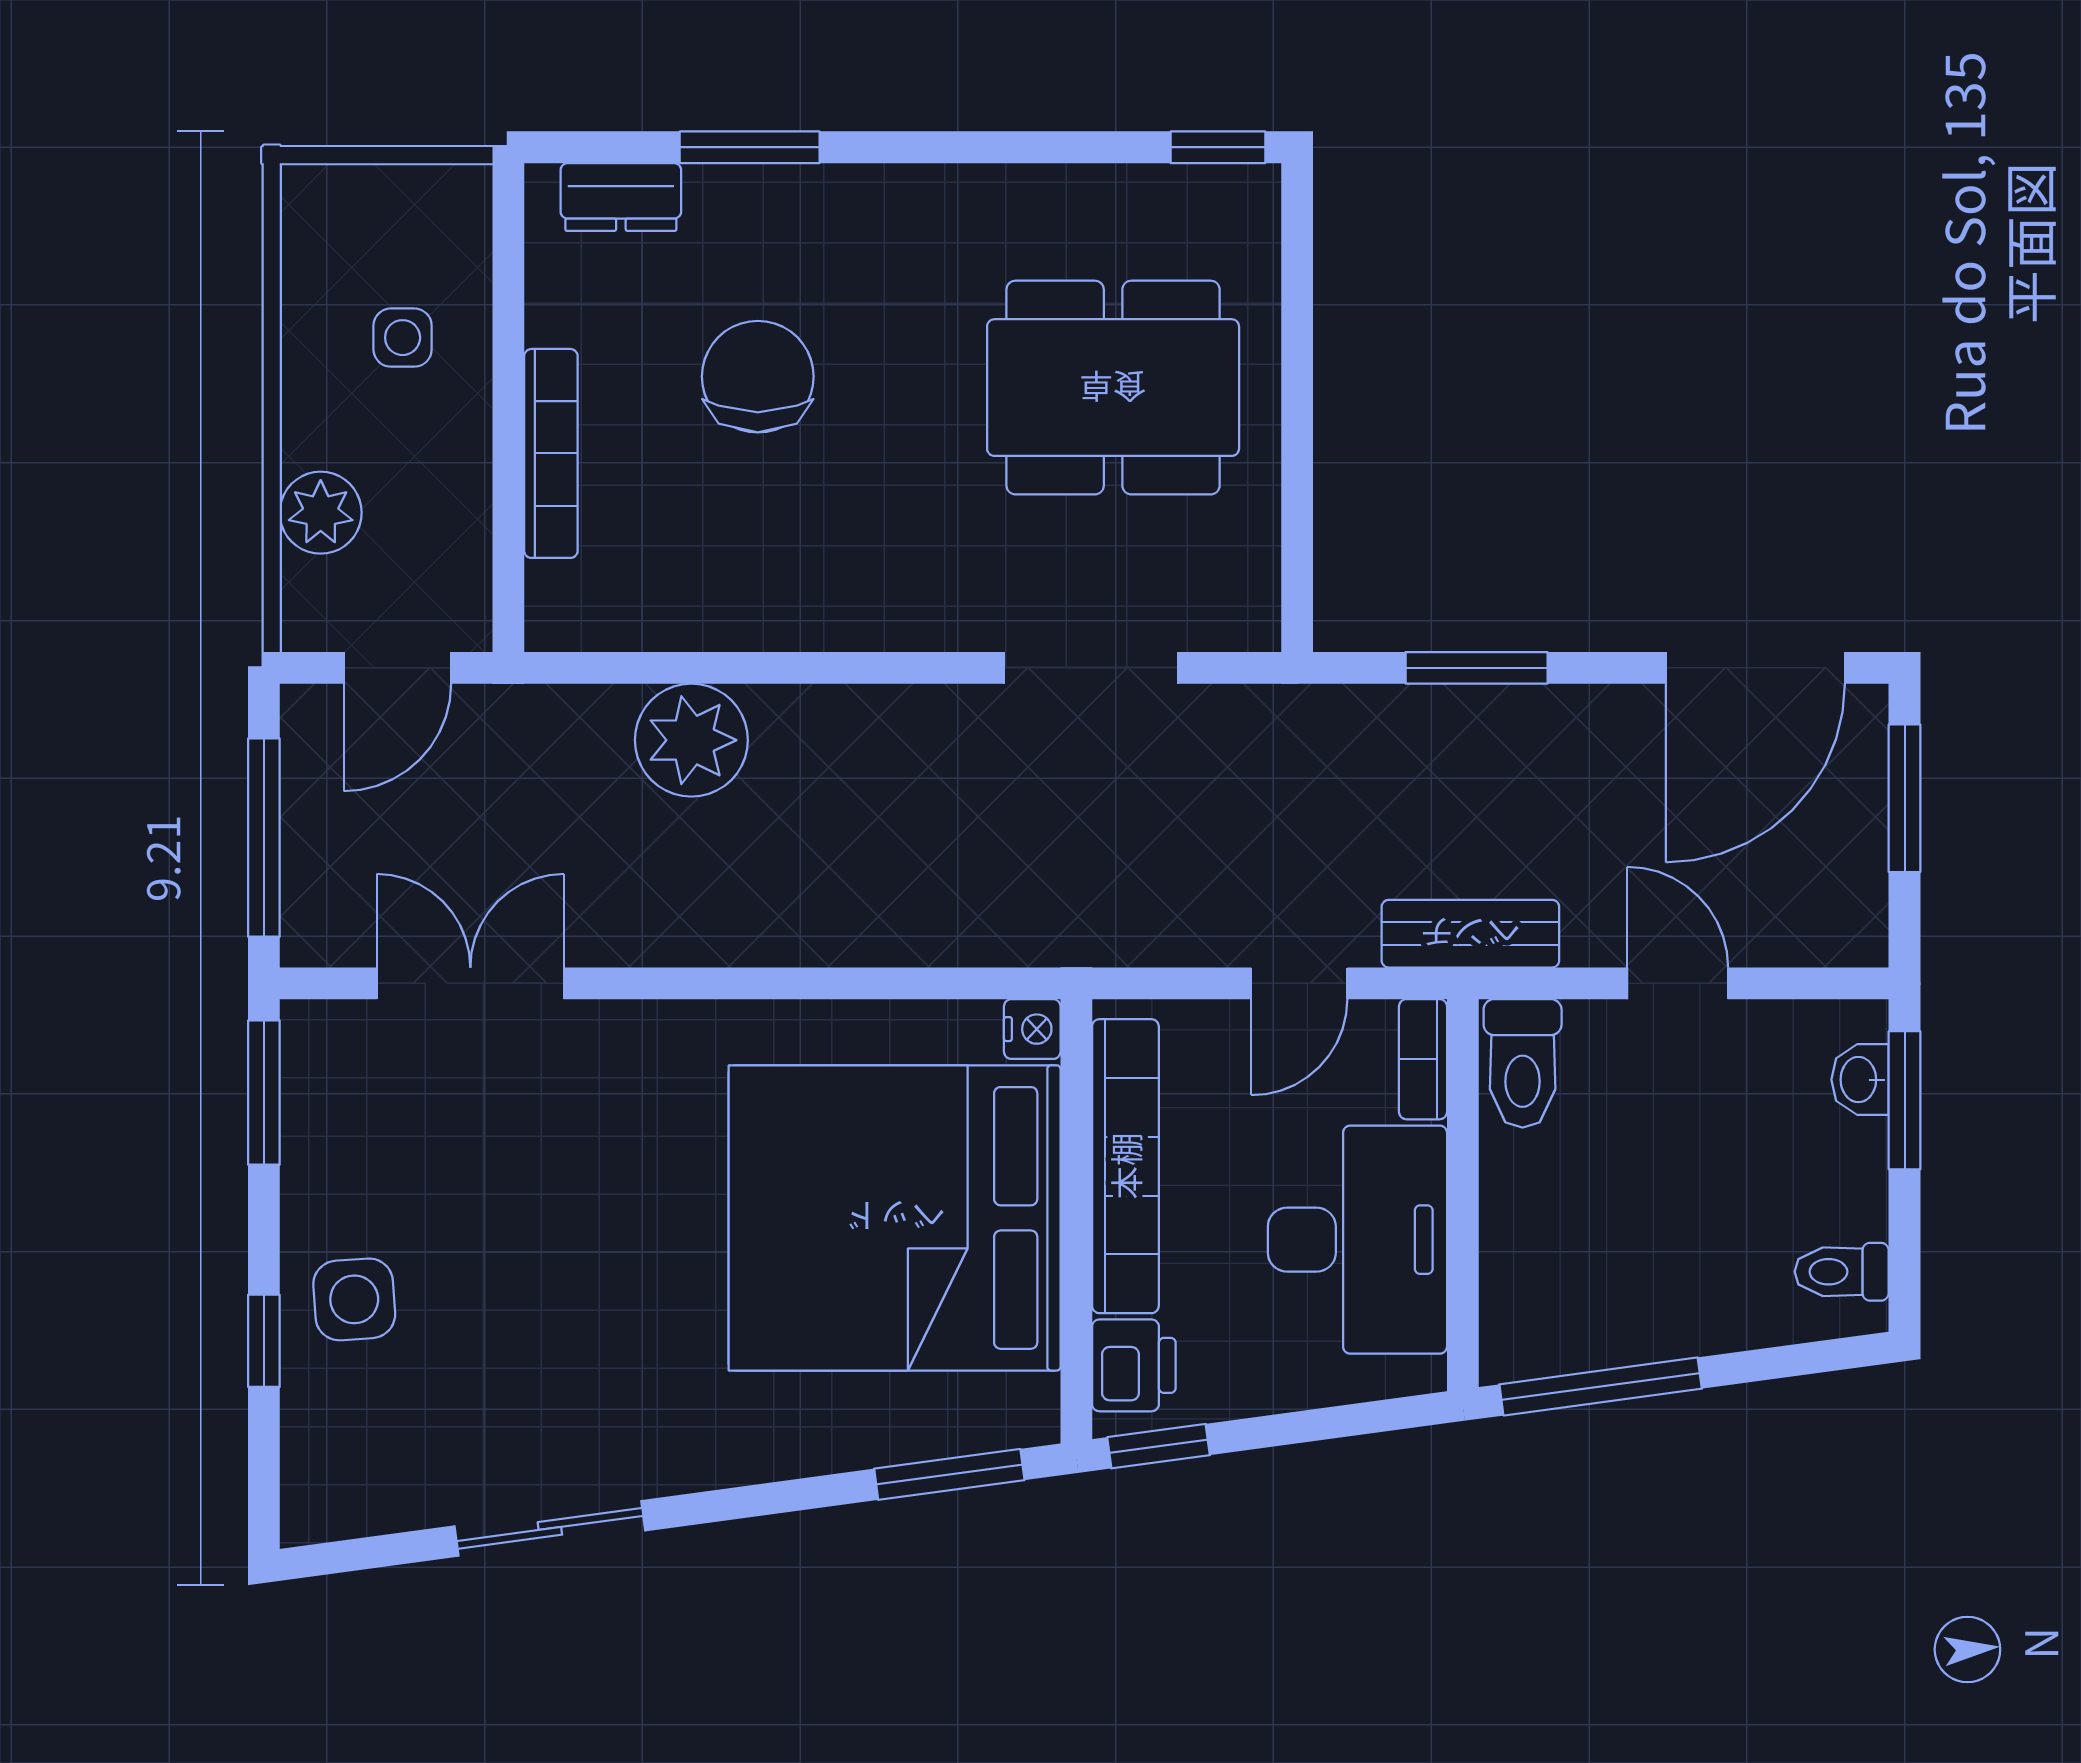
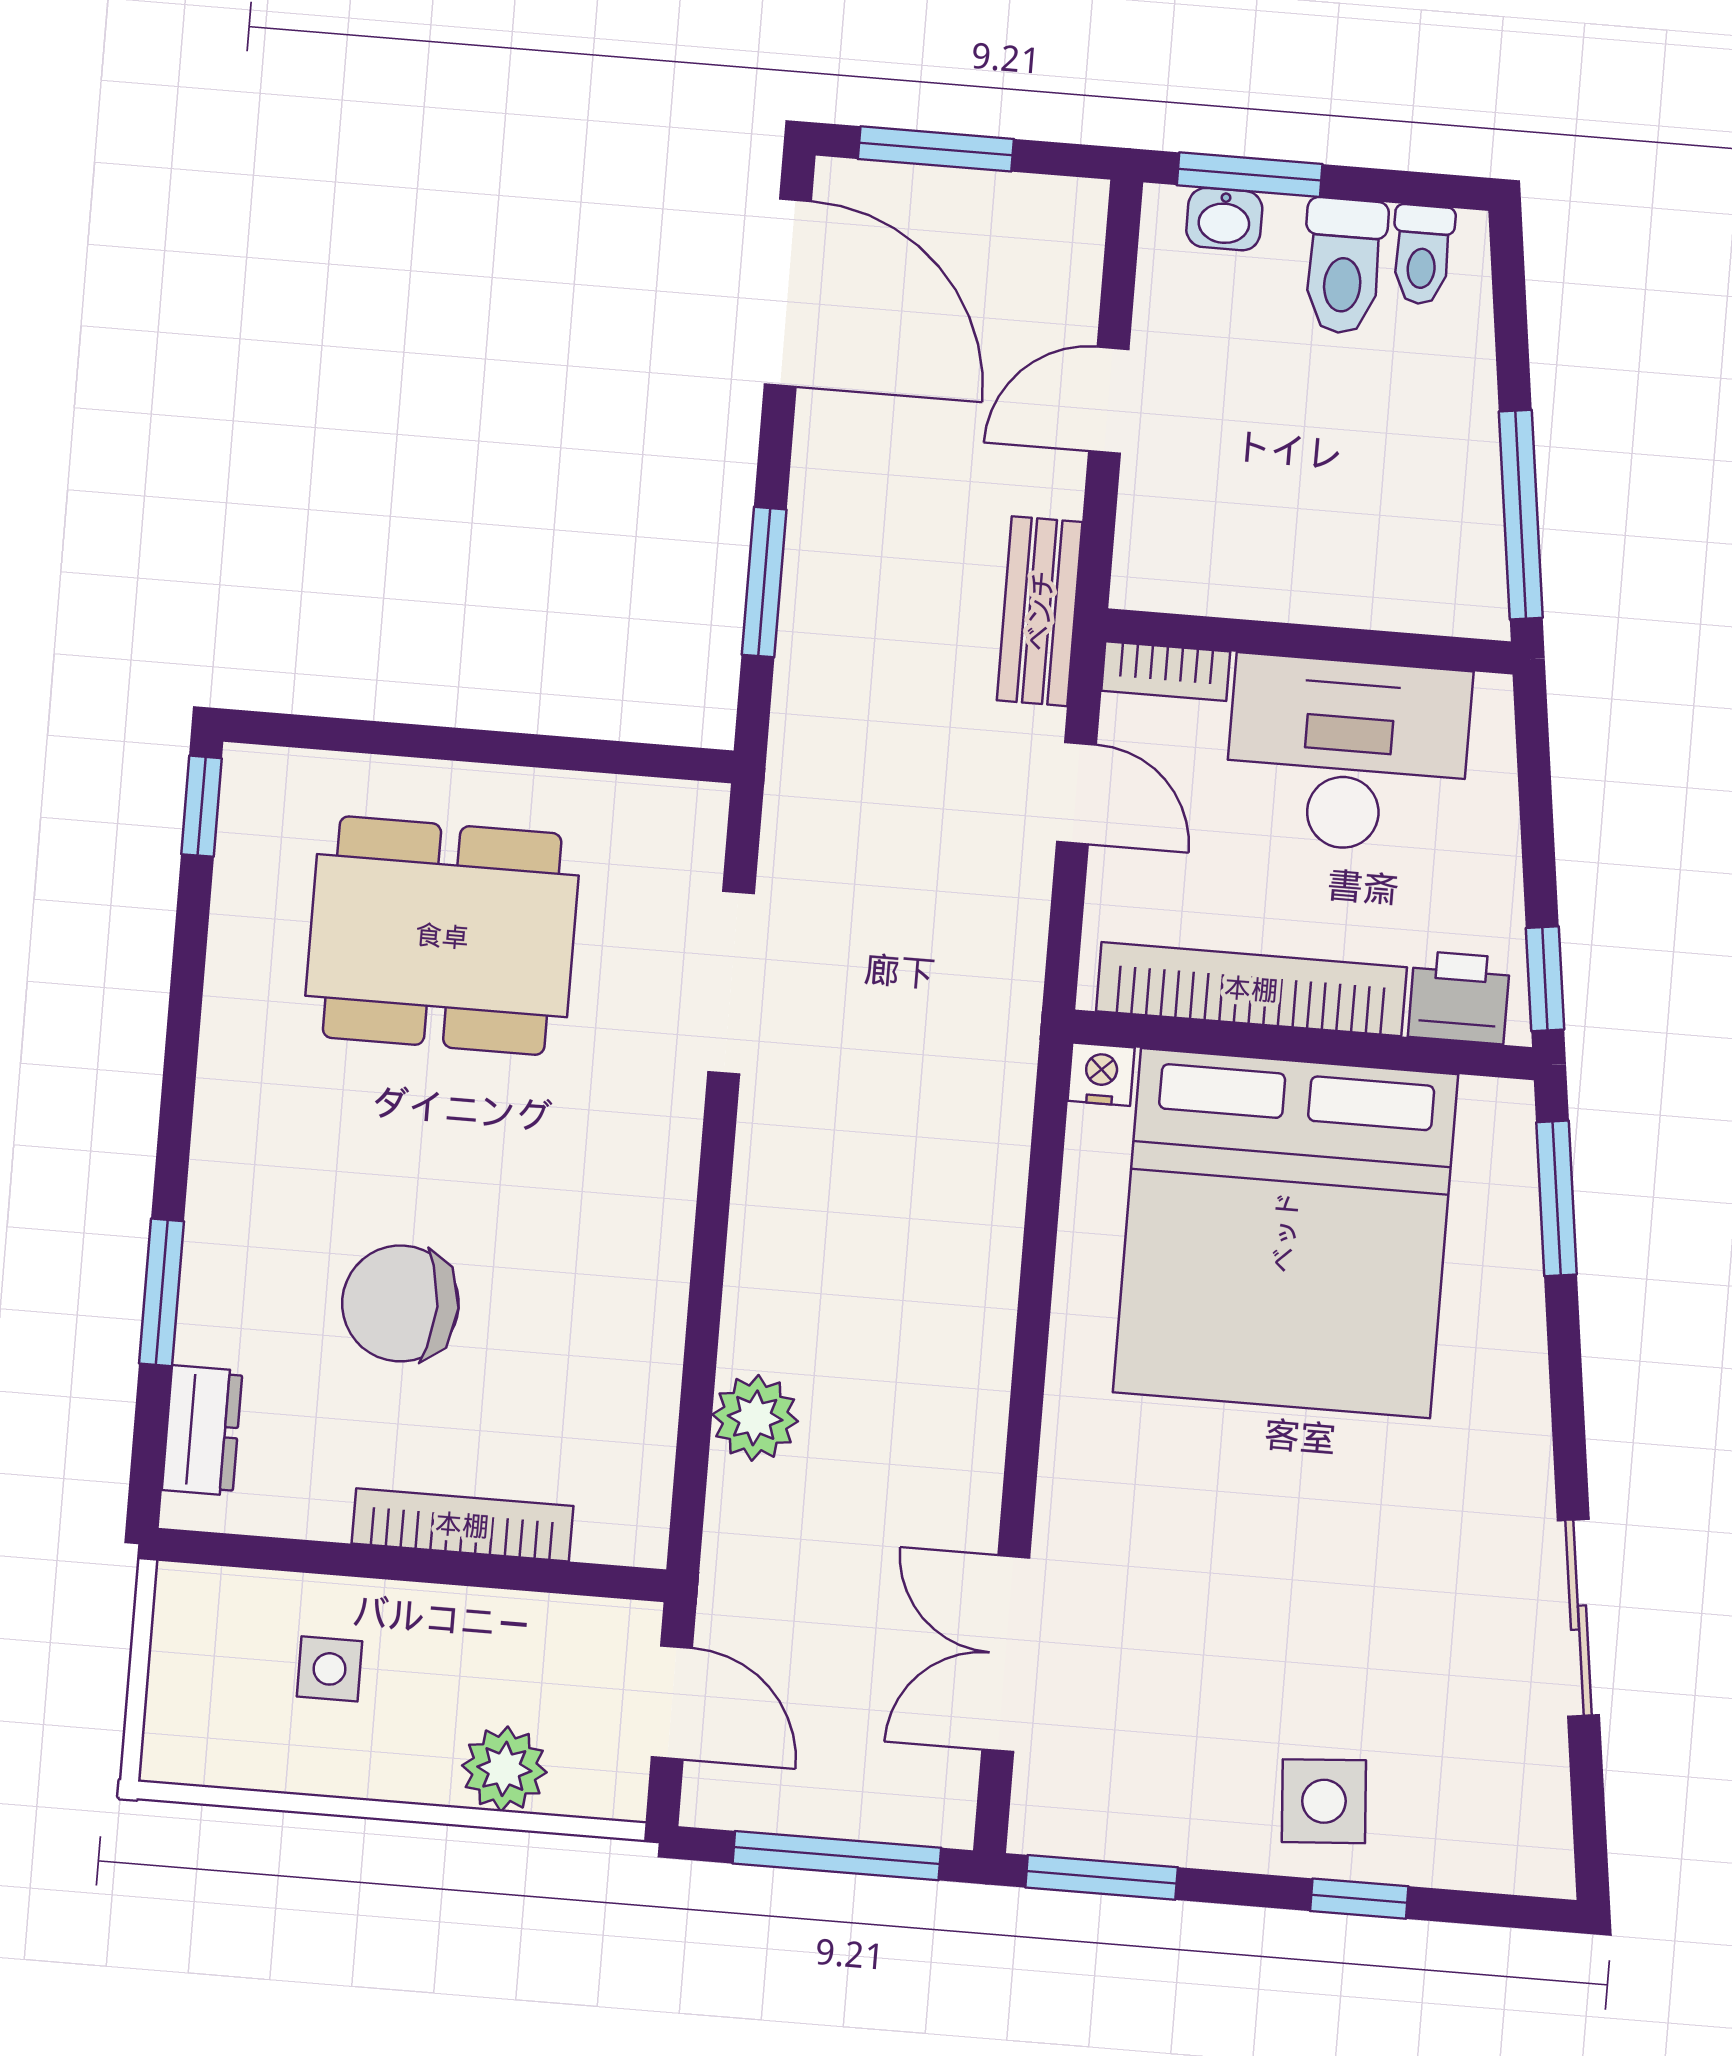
dining table: (1113, 388) -> (442, 936), turned 90
plant: (691, 740) -> (755, 1418), width x0.73, depth x0.73
toilet: (1523, 1063) -> (1344, 266), moved, turned 90

